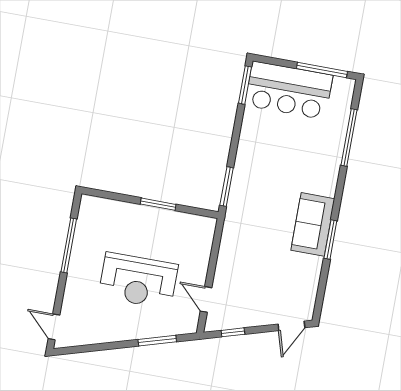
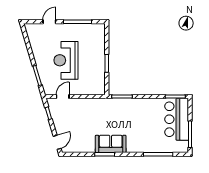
door: (291, 326) -> (57, 142), swing flipped
door: (54, 327) -> (49, 22), moved

